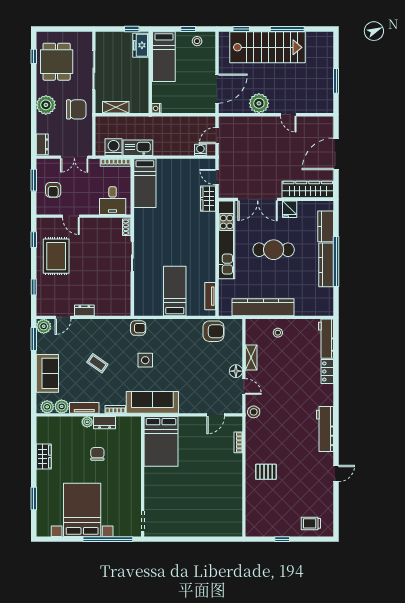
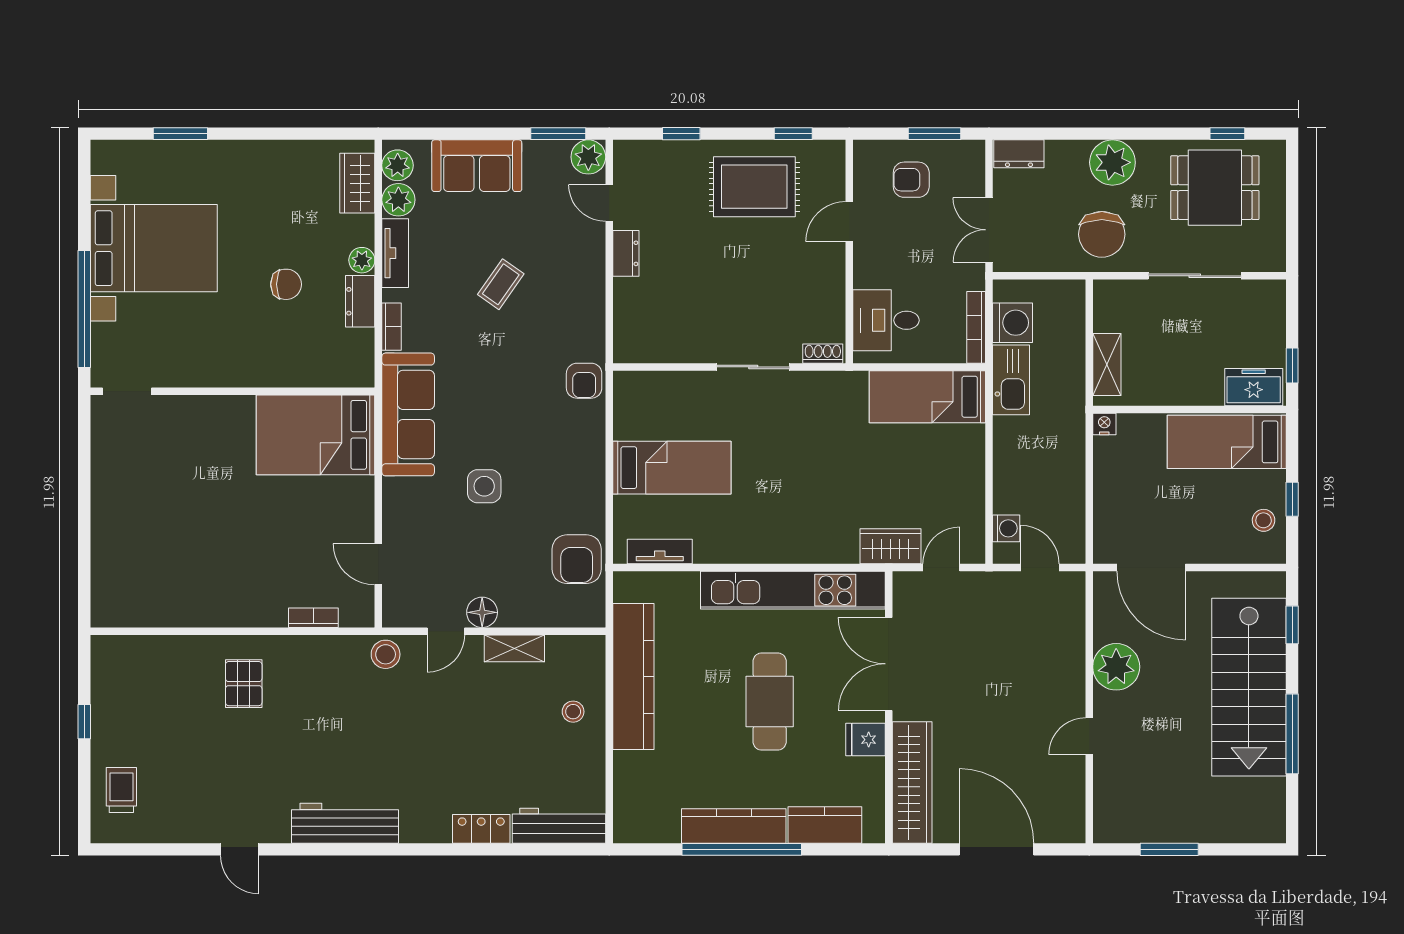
shelving: (116, 107) -> (1107, 365), moved
side table: (145, 360) -> (484, 486), moved
wardrobe: (44, 456) -> (357, 183), moved, turned 90

